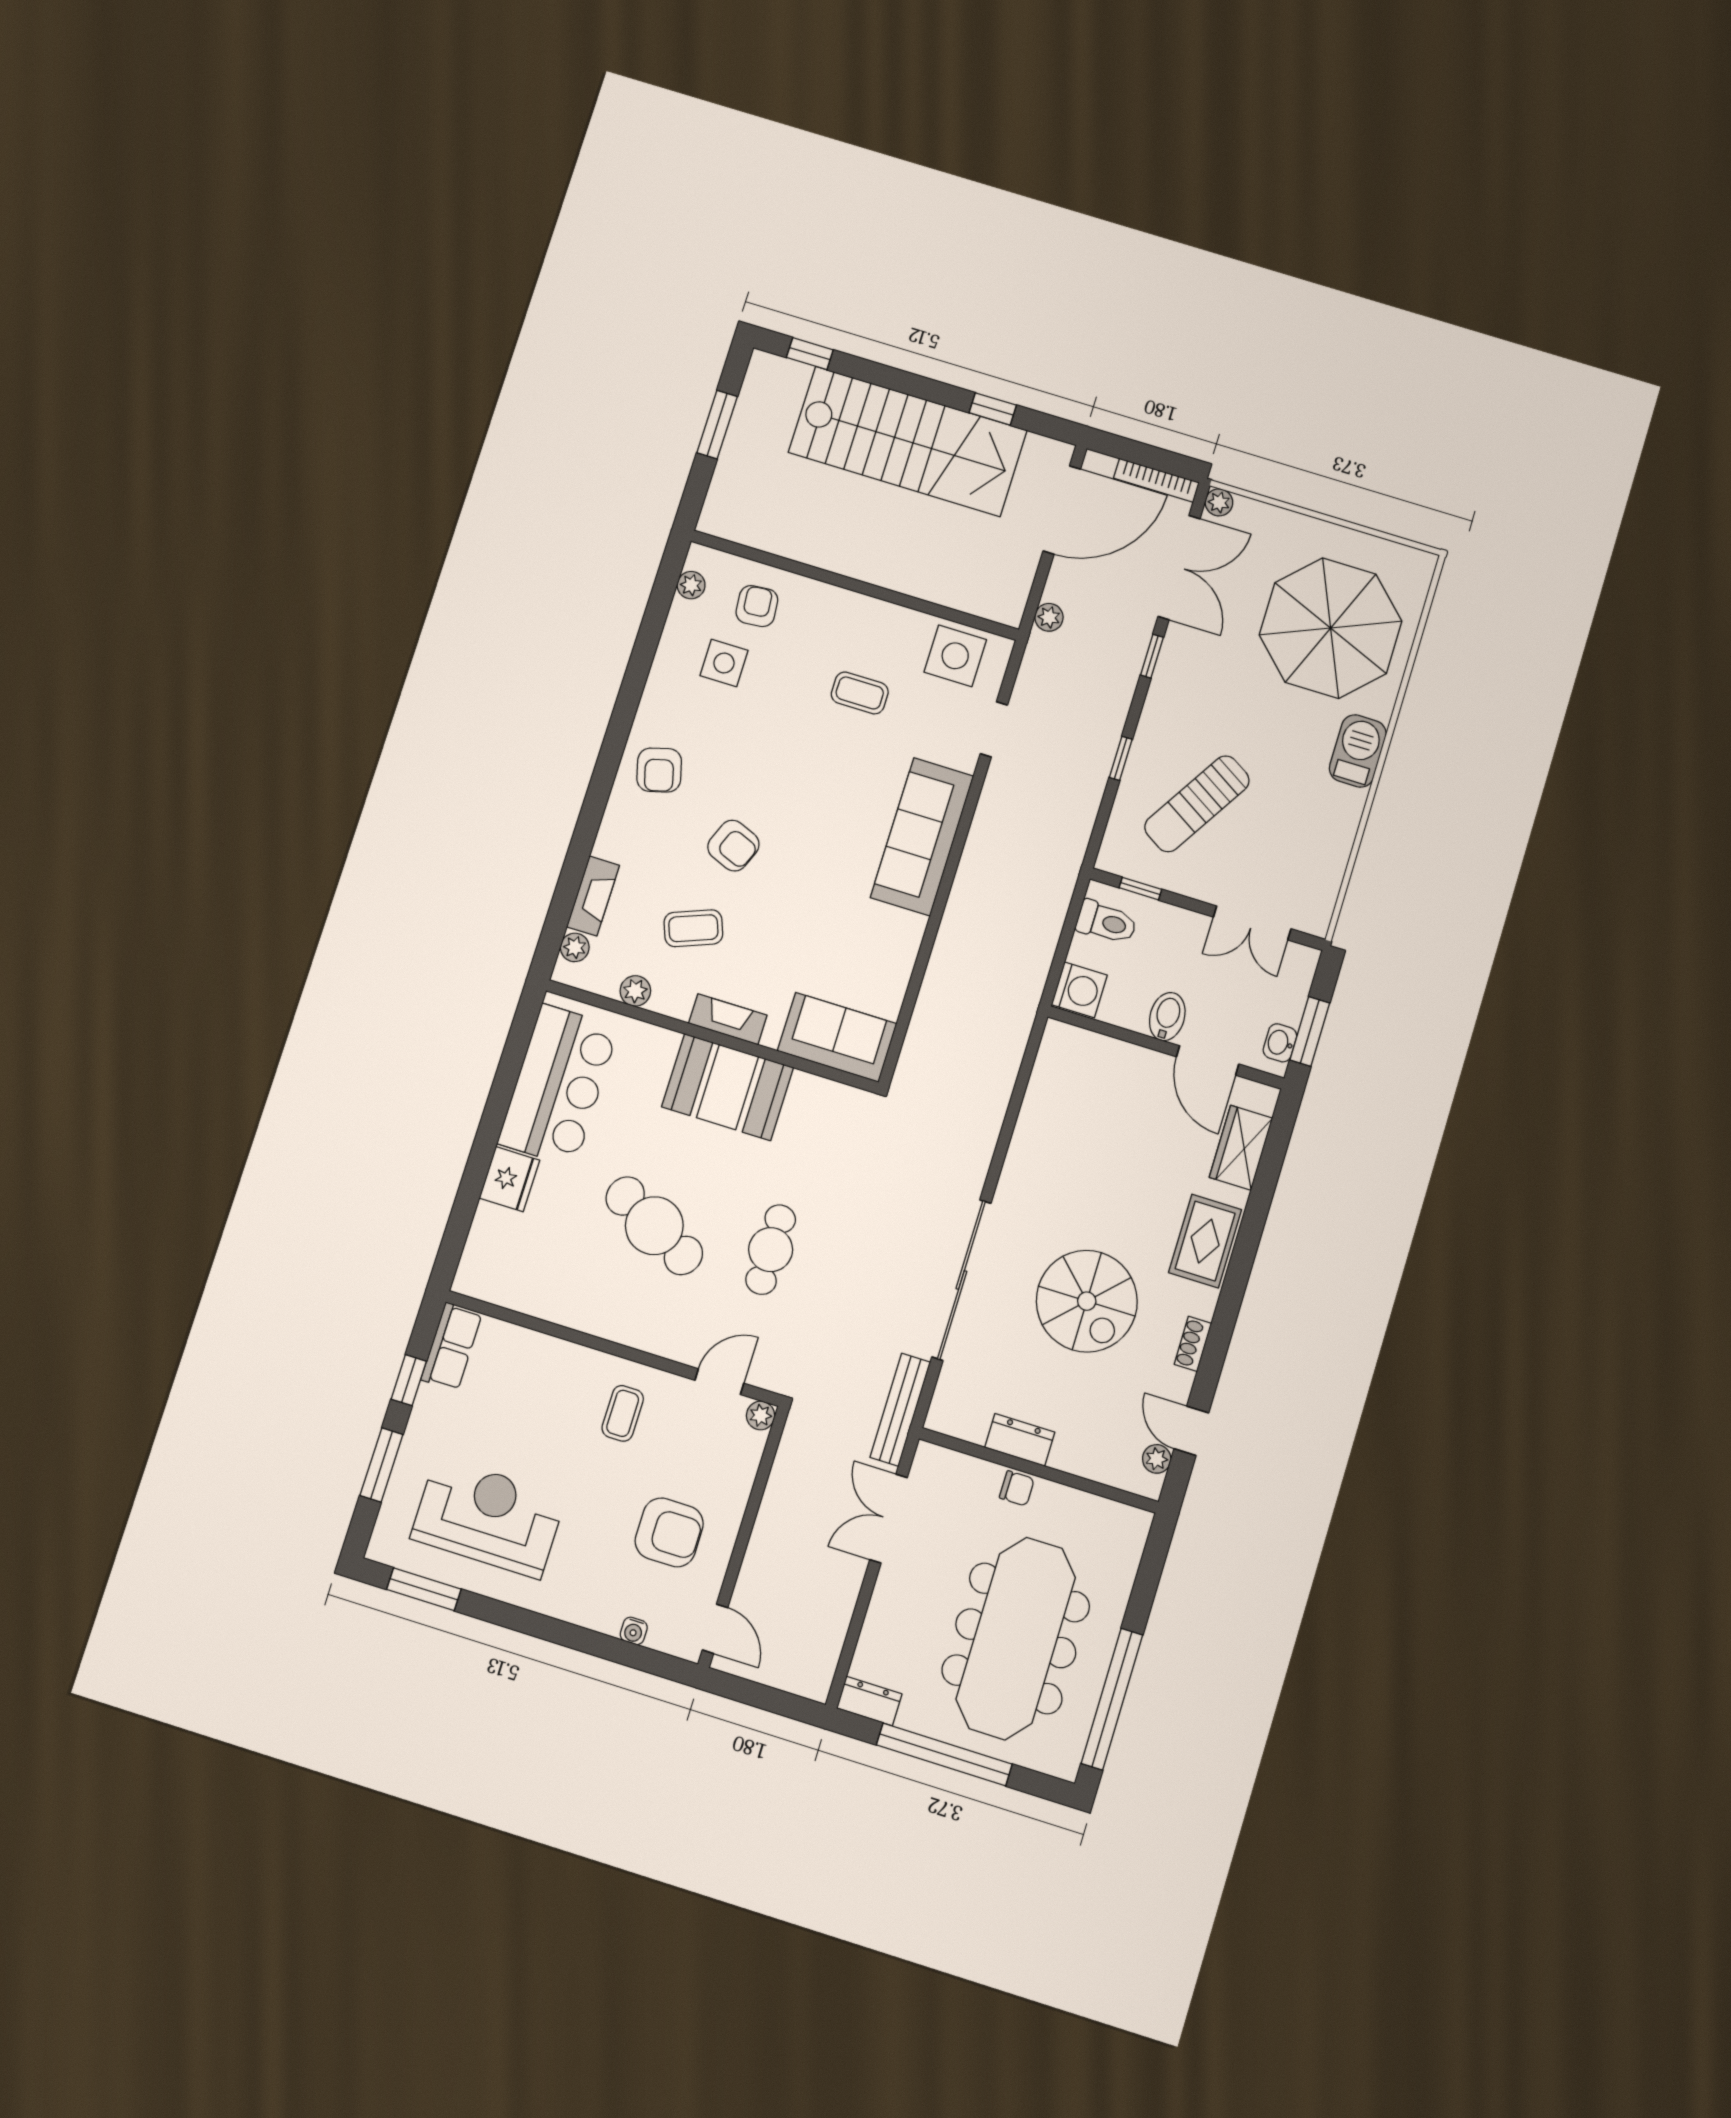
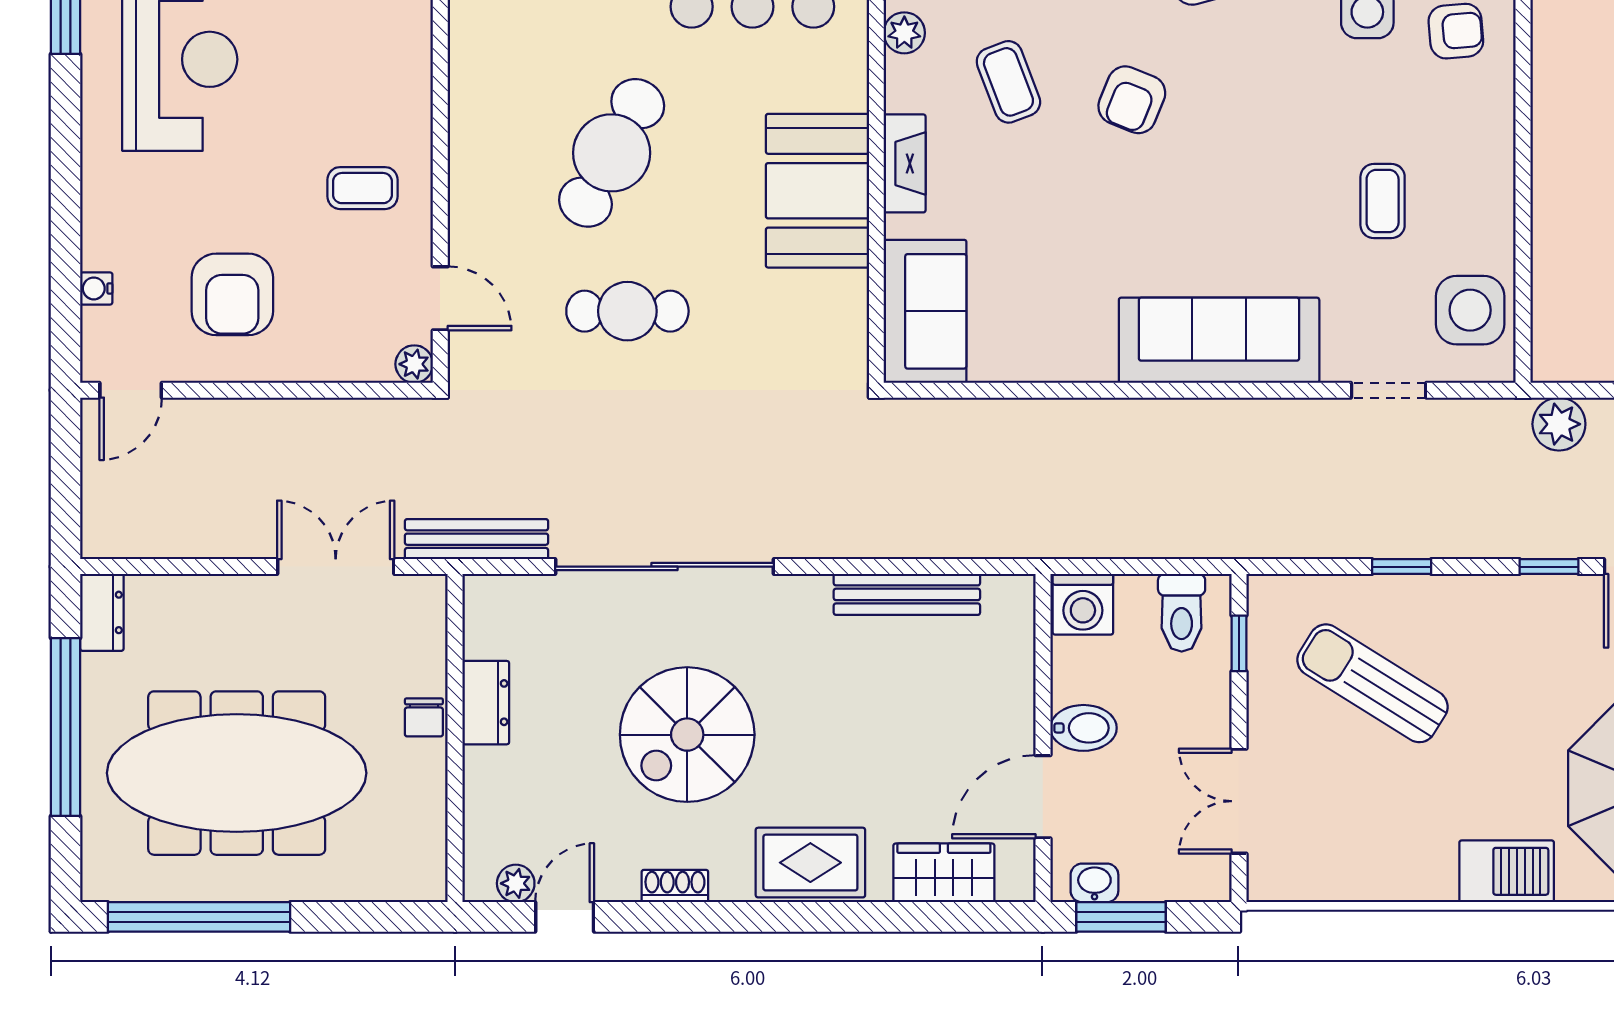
plant: (1049, 617) -> (1559, 424), width x1.38, depth x1.38
bench: (1034, 1113) -> (907, 594), added

